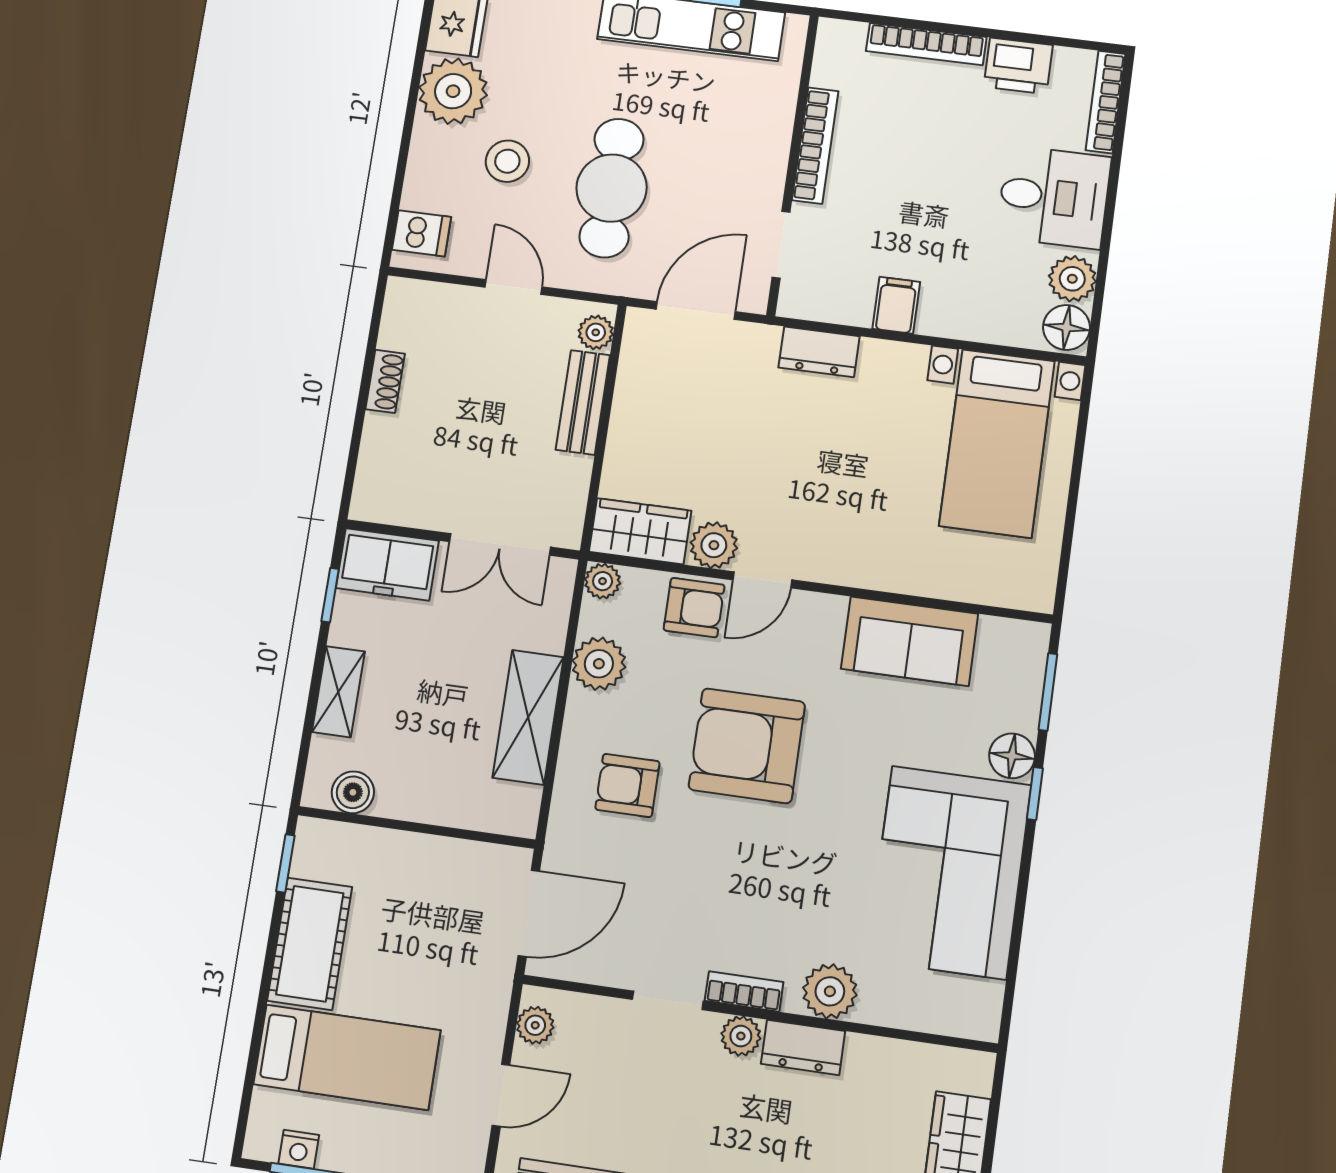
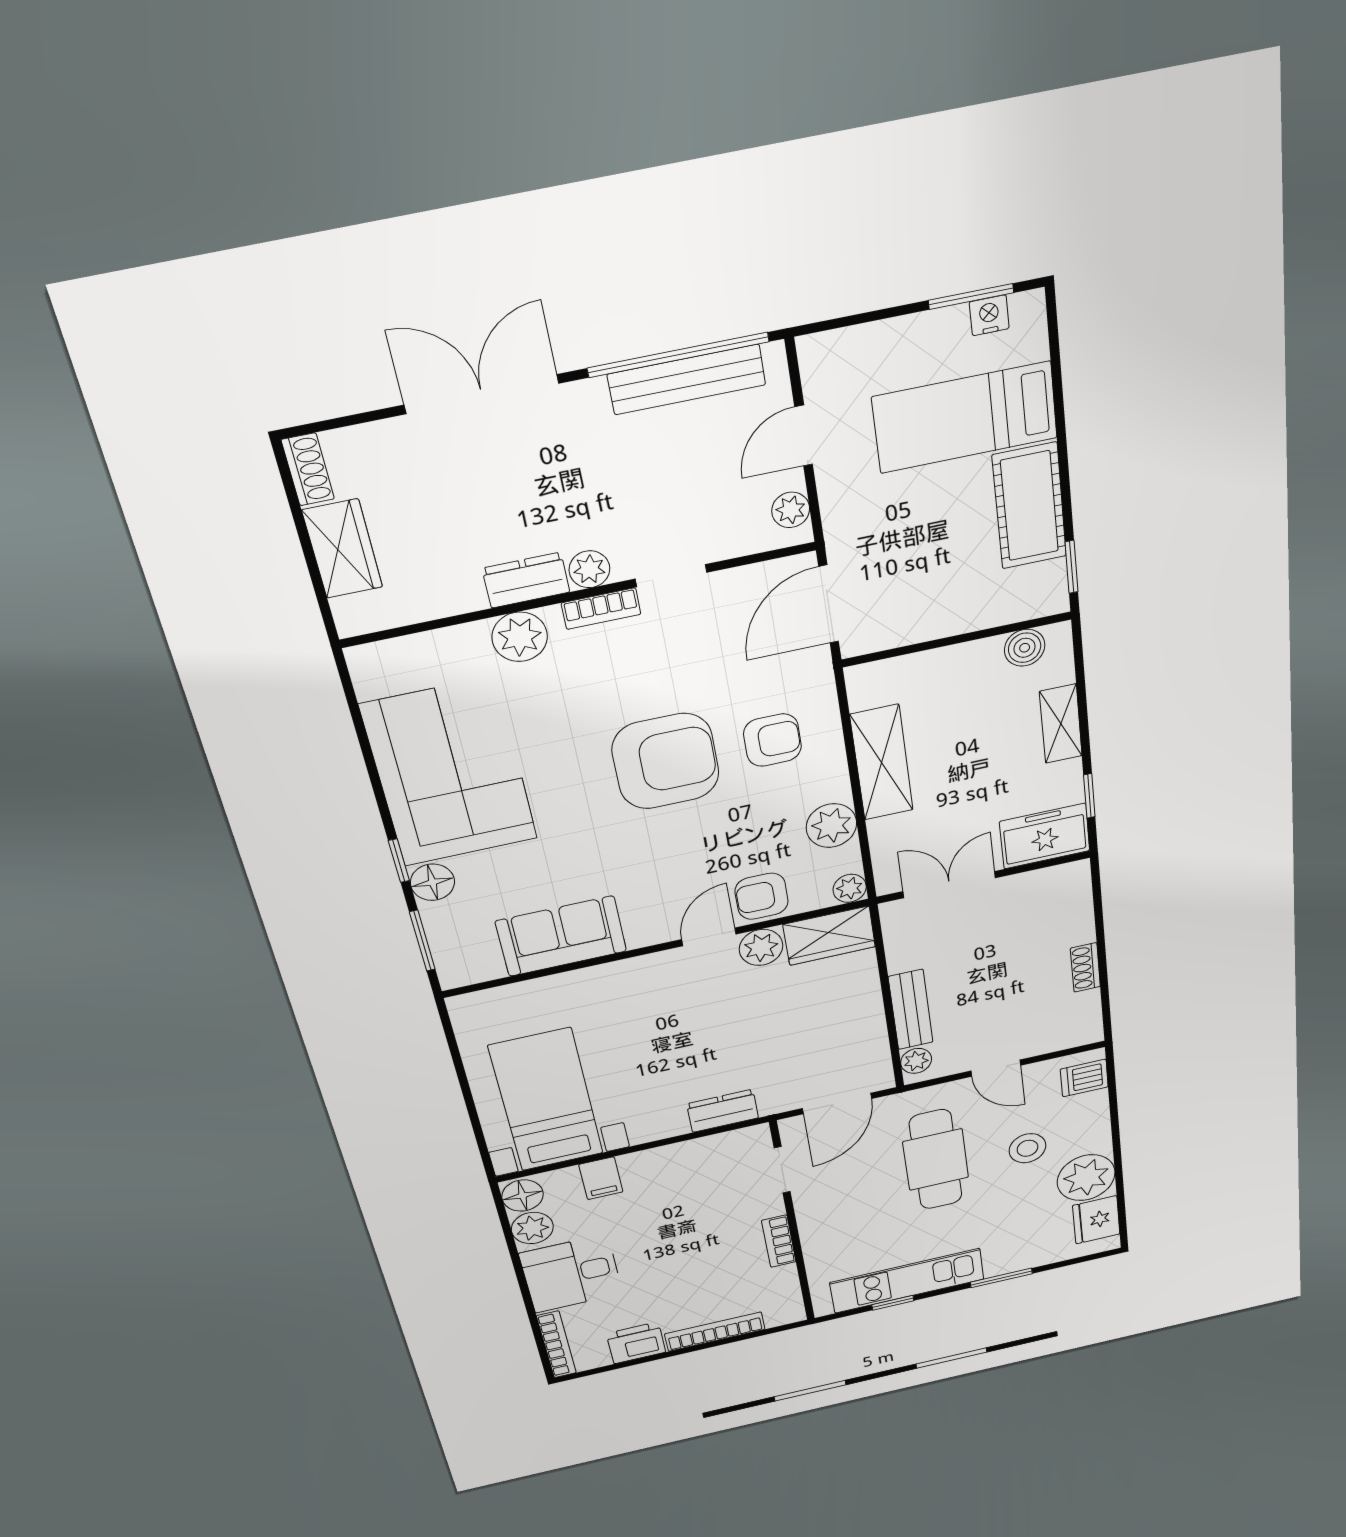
bookcase: (815, 146) -> (779, 1241), width x0.64
filing cabinet: (896, 305) -> (601, 1178), moved
armchair: (747, 746) -> (666, 761), moved

